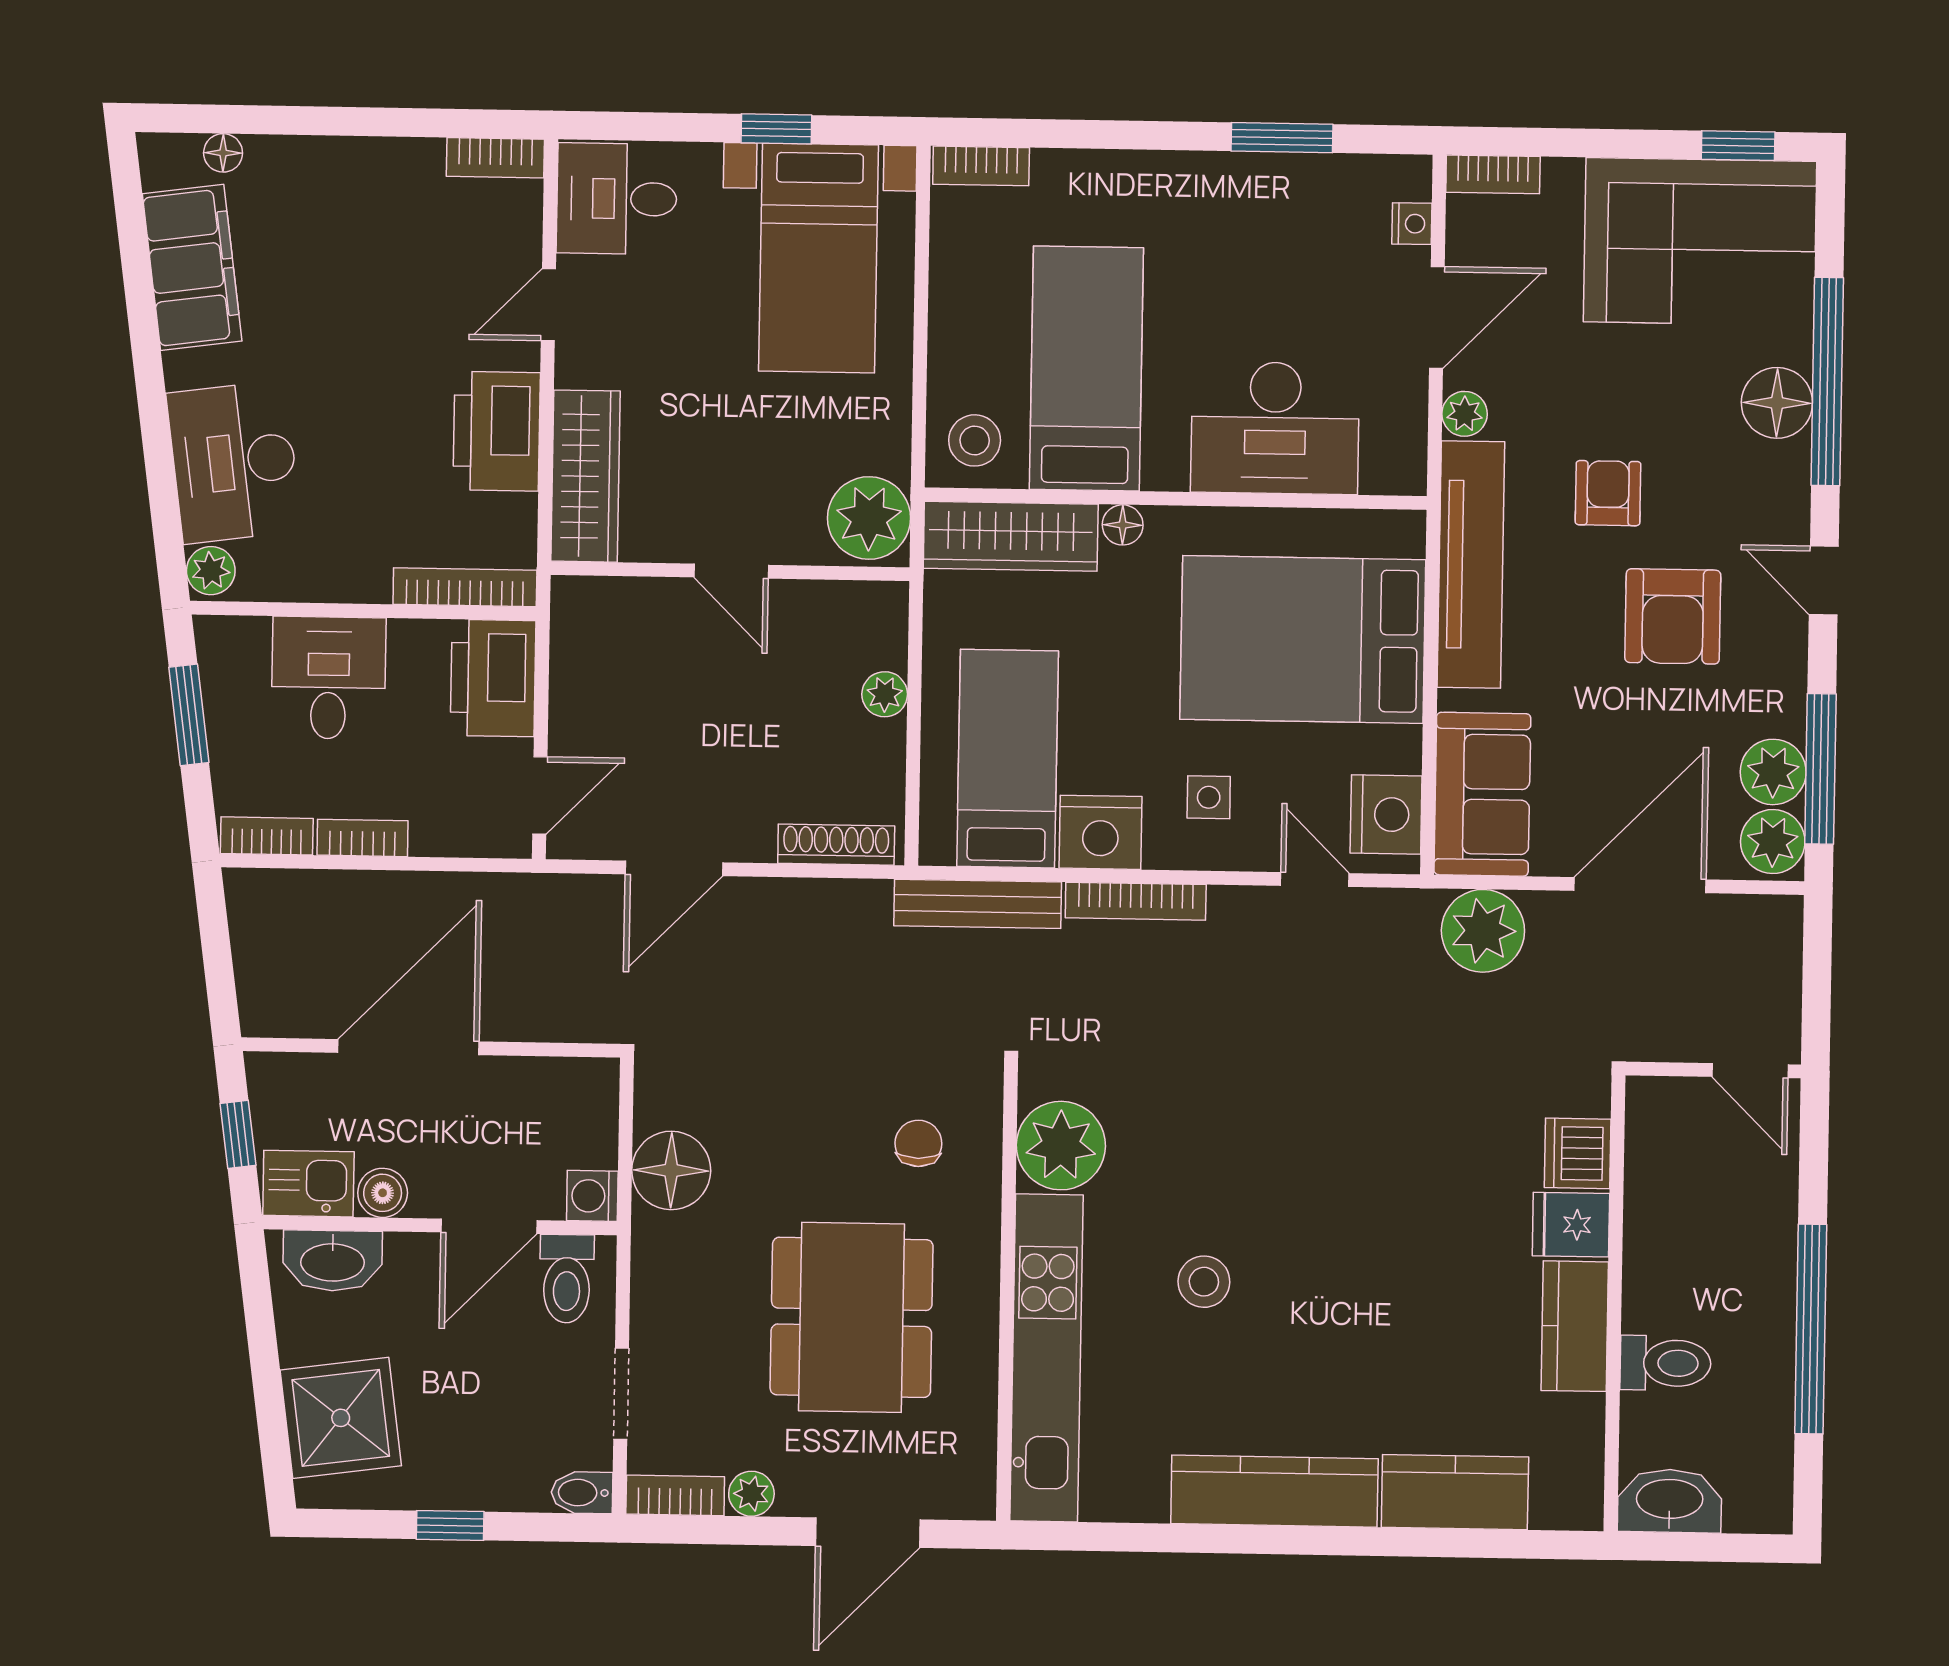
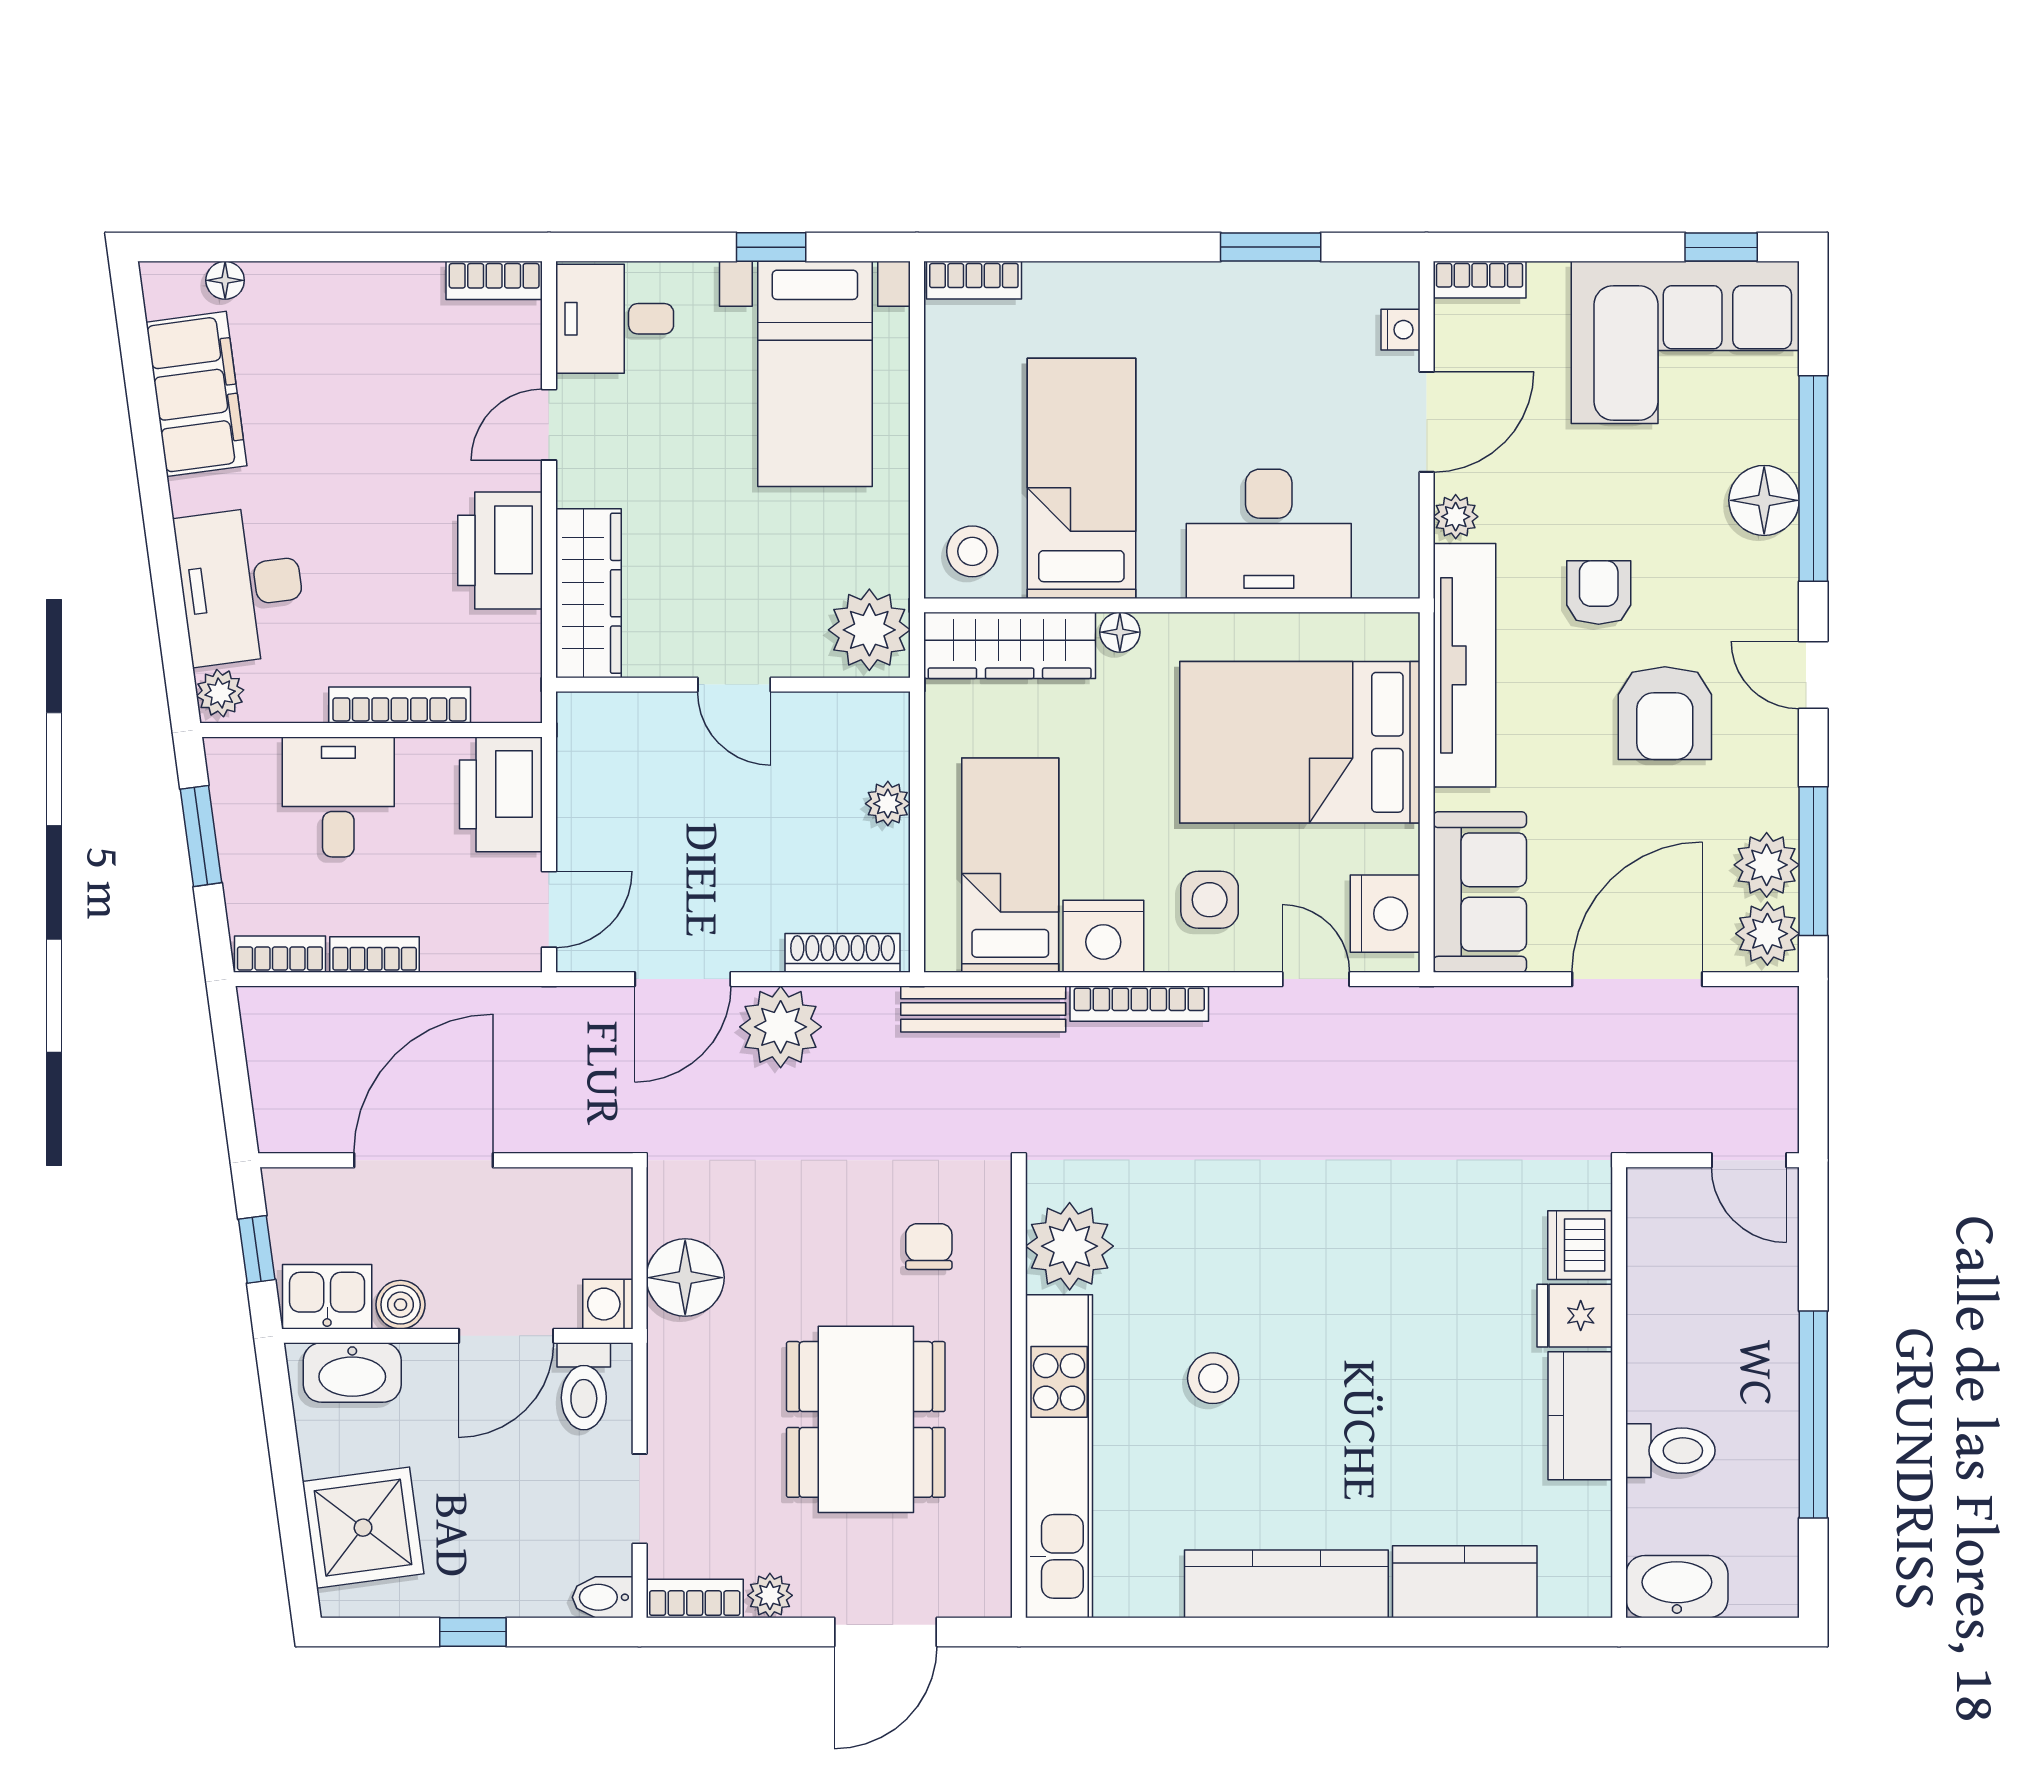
bookcase: (465, 587) -> (400, 705), moved
side table: (1209, 797) -> (1210, 900), width x1.37, depth x1.37
plant: (1483, 931) -> (781, 1027), moved

